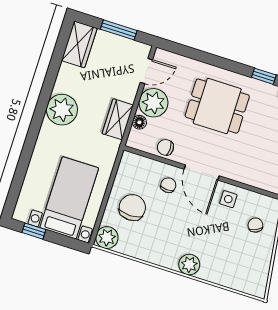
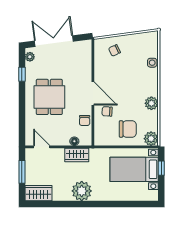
plant: (153, 103) -> (60, 136), removed
door: (202, 172) -> (93, 94), hinge flipped
side table: (228, 199) -> (152, 63), moved
chair: (132, 208) -> (128, 129), turned 180
window: (34, 231) -> (161, 168), moved
plant: (189, 265) -> (151, 103), moved

